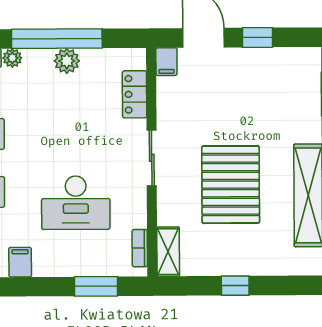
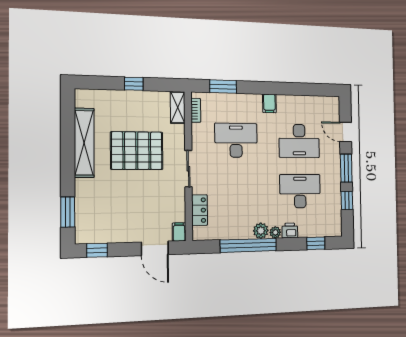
window: (258, 38) -> (97, 250), moved
plant: (67, 61) -> (261, 231), moved
pallet: (231, 185) -> (137, 151), turned 90

